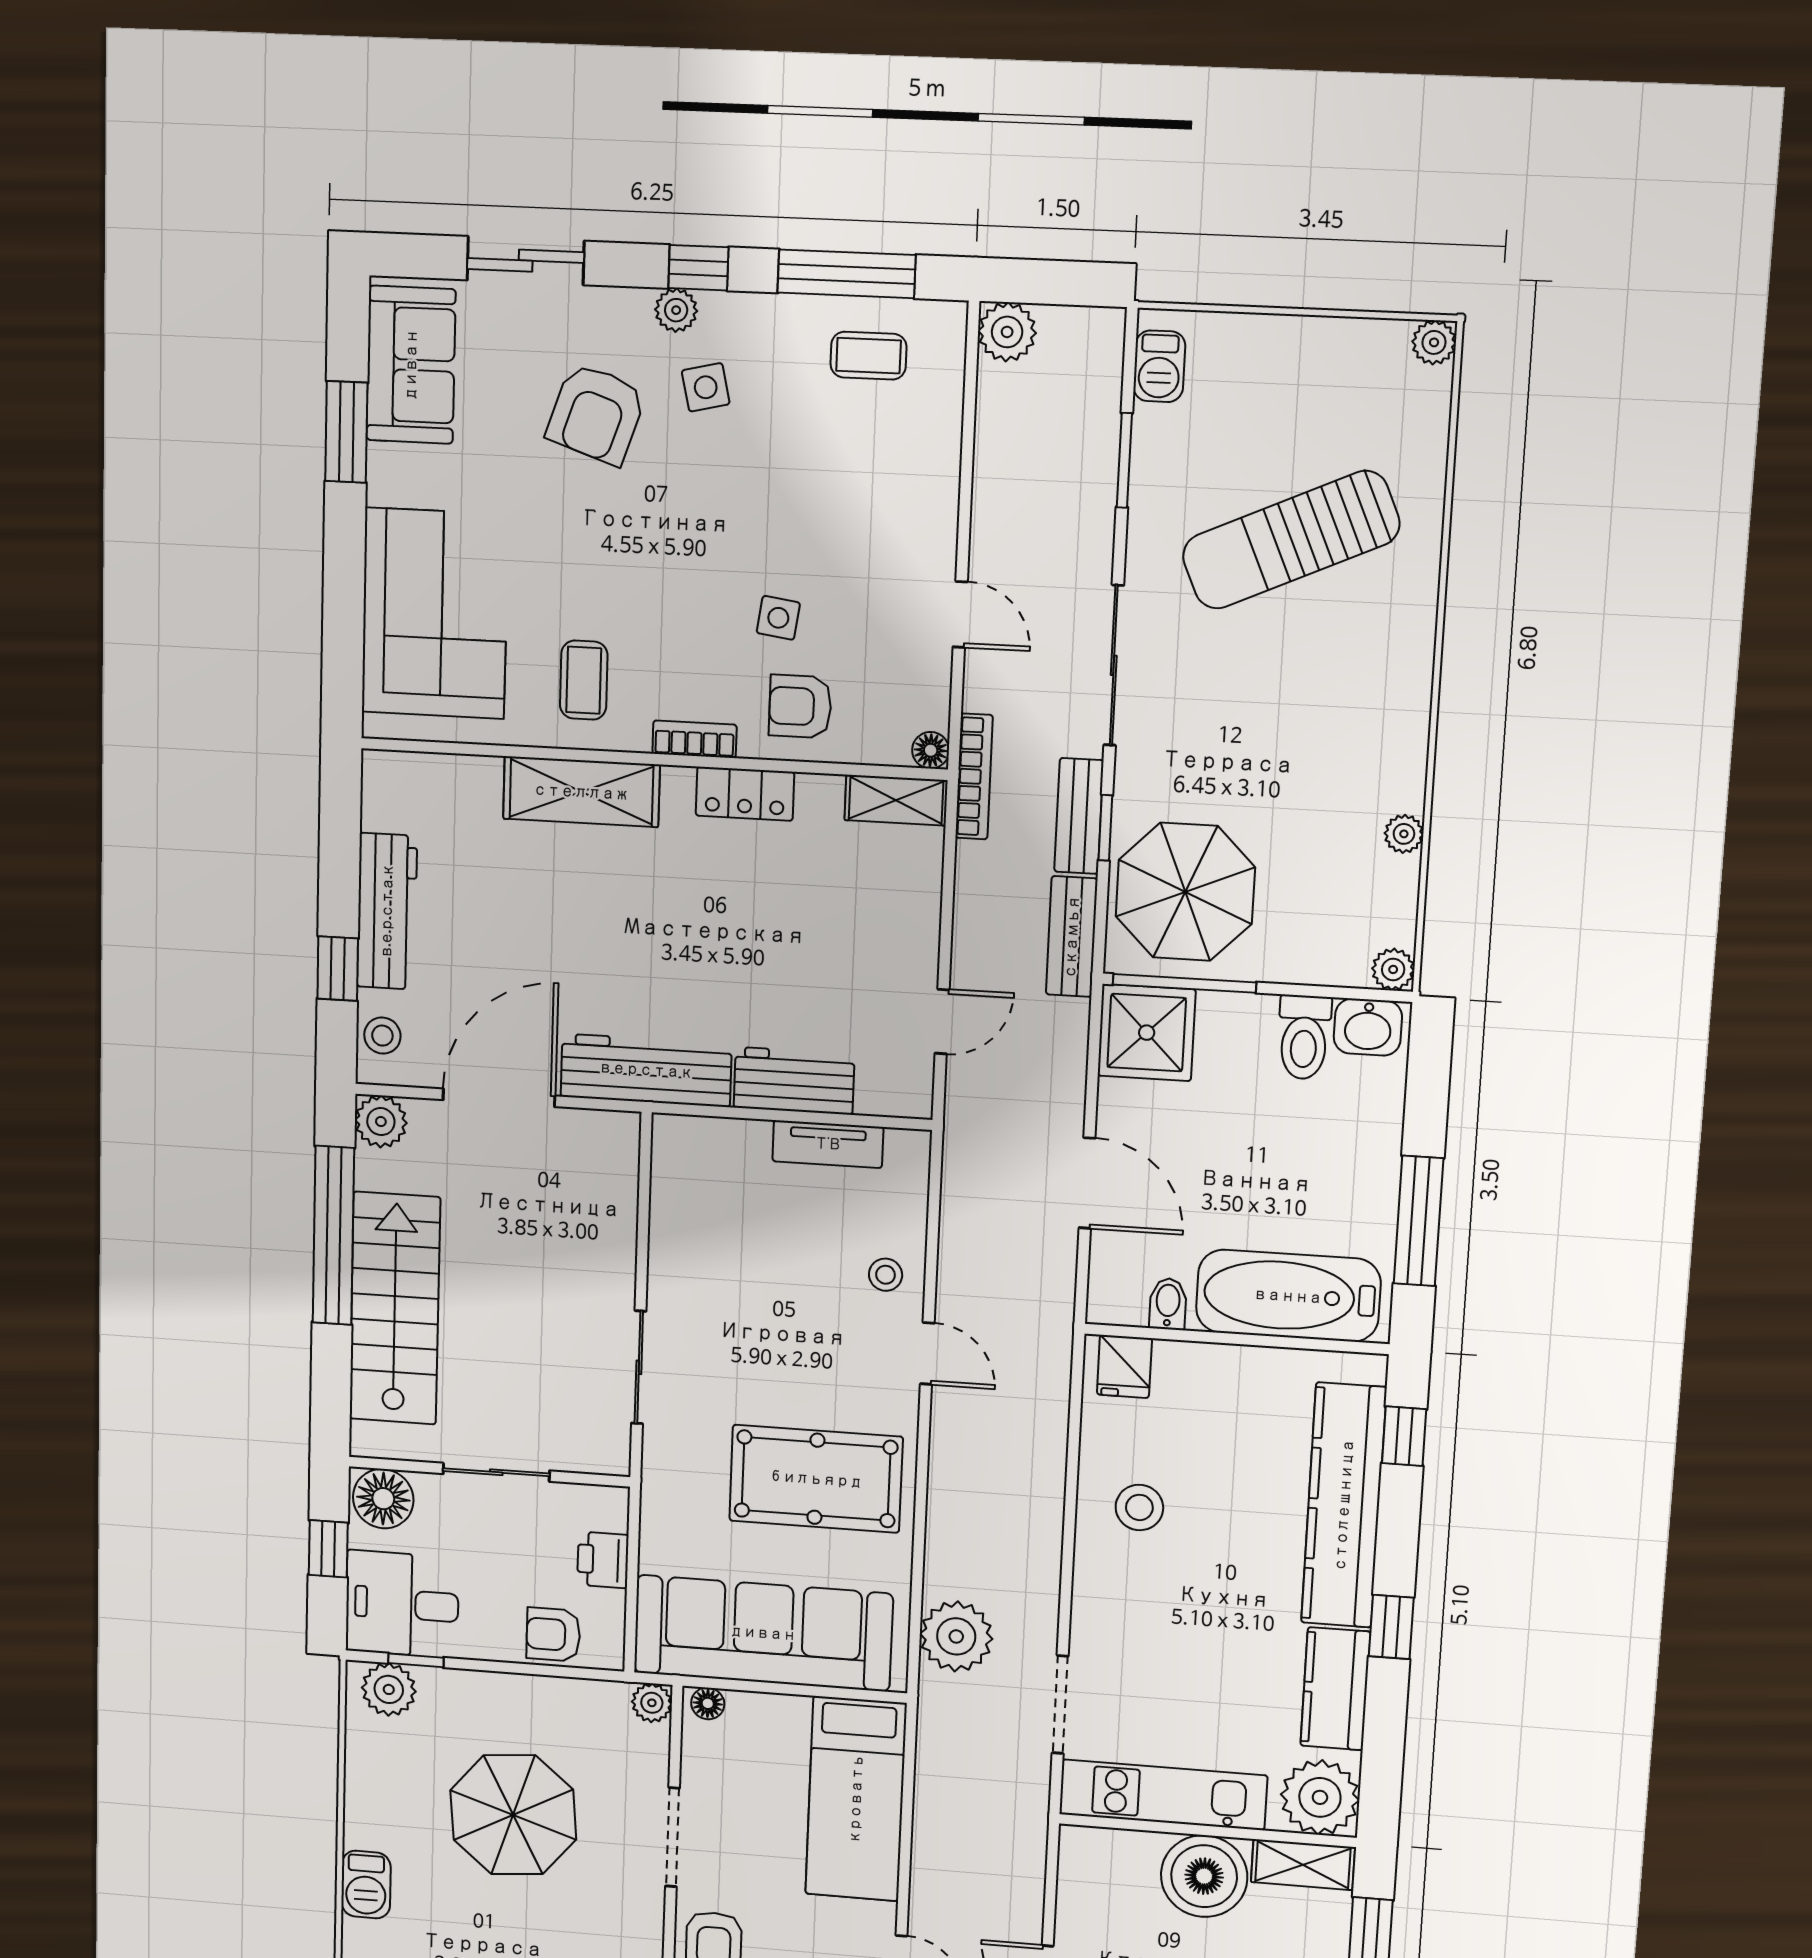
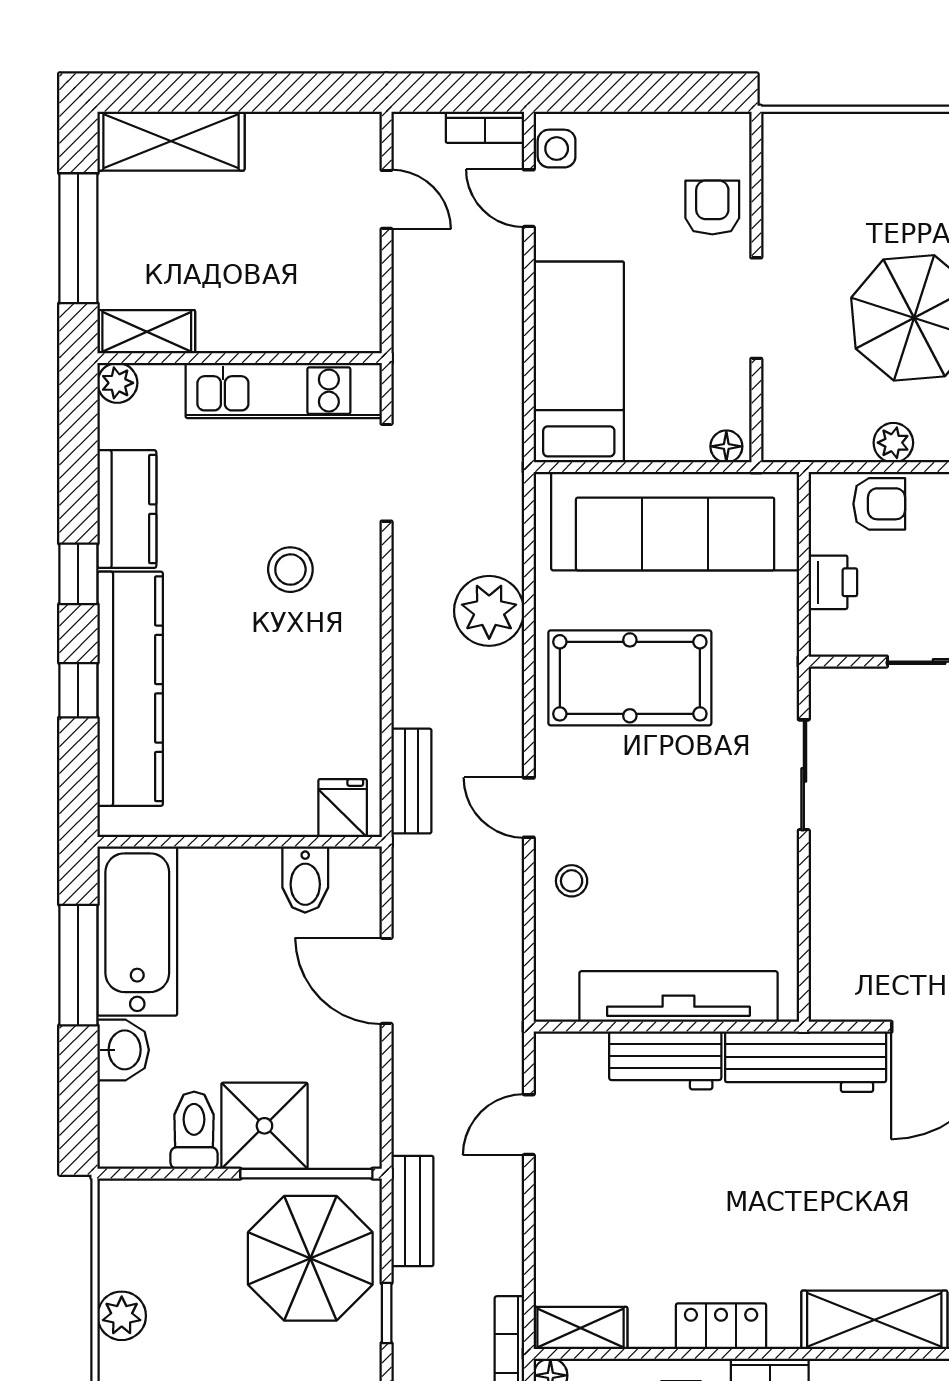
bench: (1079, 816) -> (411, 781), moved
plant: (1404, 834) -> (122, 1316), width x1.38, depth x1.38
plant: (1393, 969) -> (117, 1198), removed
washbasin: (1368, 1027) -> (123, 1050), moved, turned 90
shower: (1147, 1033) -> (264, 1126), moved
tv unit: (828, 1144) -> (678, 997), width x1.92, depth x1.29
bathtub: (1288, 1296) -> (137, 931), moved, turned -90
bidet: (1168, 1304) -> (305, 880), width x1.38, depth x1.36
window: (1404, 1436) -> (78, 690), moved
stool: (1139, 1507) -> (290, 570), moved
plant: (956, 1636) -> (489, 611), moved
plant: (652, 1703) -> (893, 443), moved
plant: (1320, 1797) -> (117, 383), width x0.53, depth x0.53
boiler: (1204, 1876) -> (240, 312), removed

